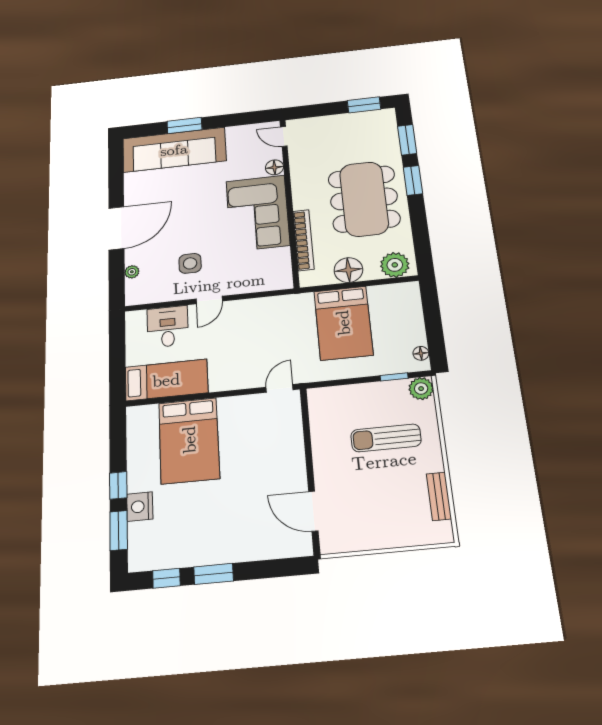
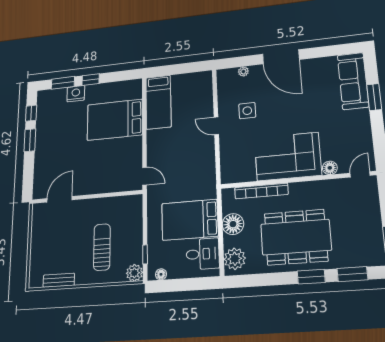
sofa: (174, 150) -> (353, 81), width x0.74, depth x0.79
desk: (168, 327) -> (203, 254), moved

